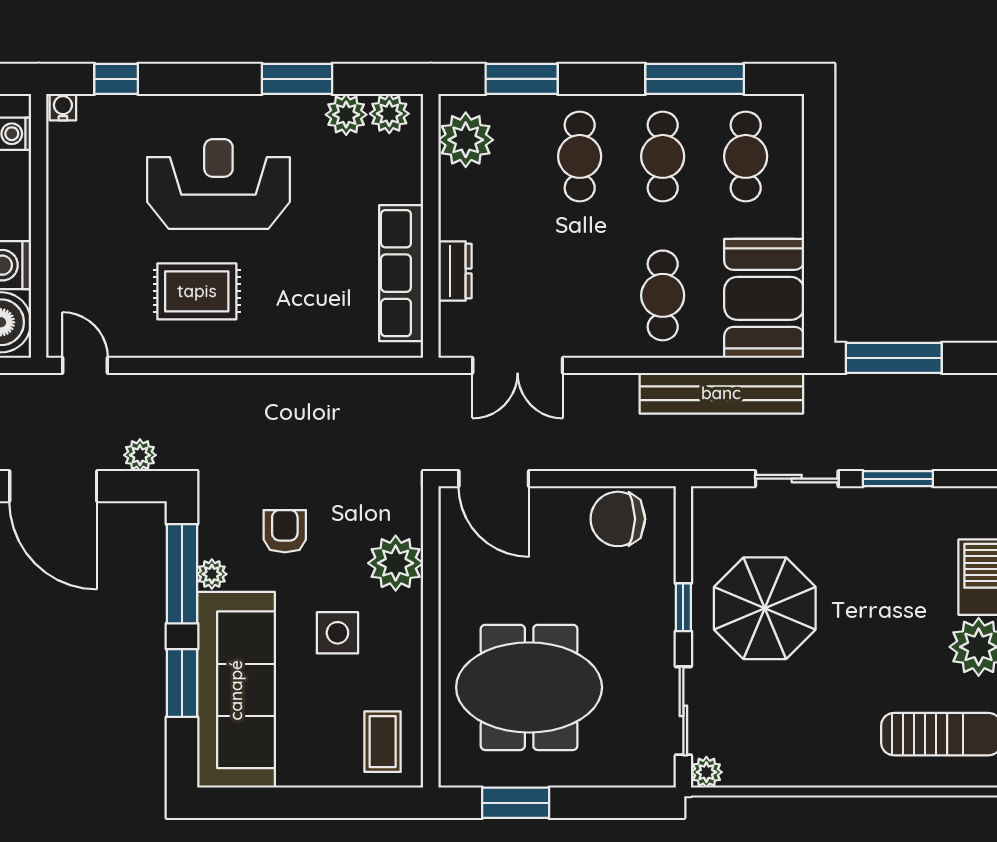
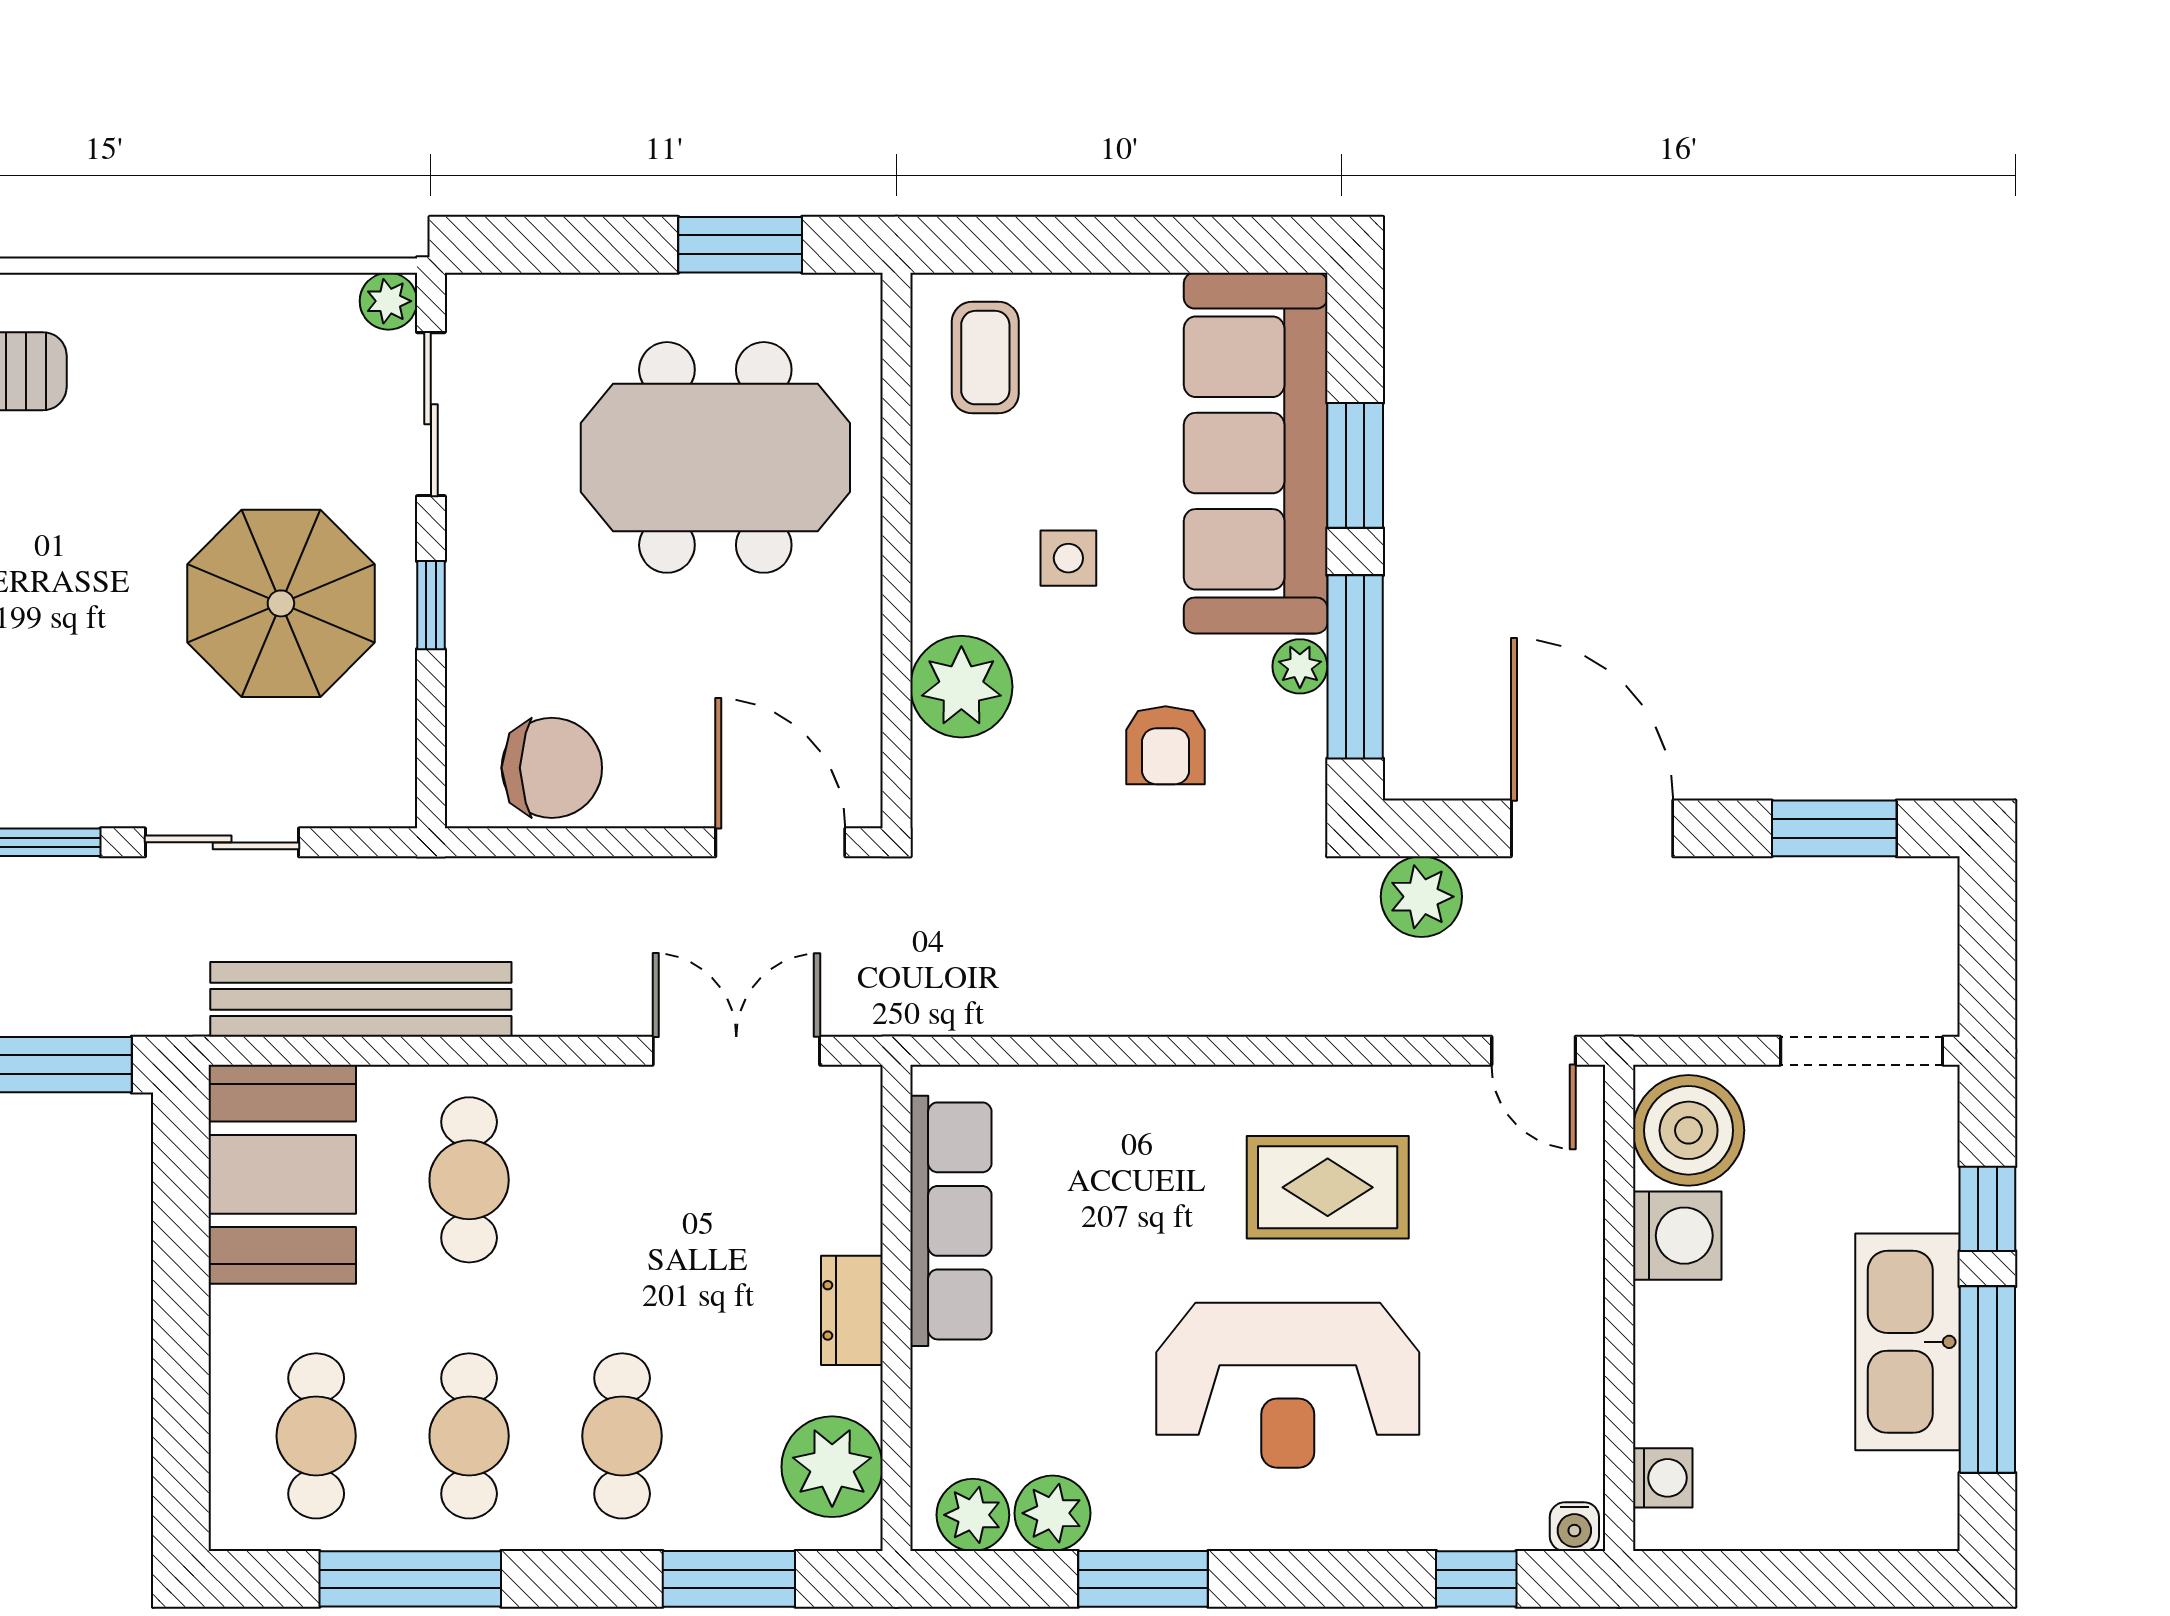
dresser: (455, 271) -> (852, 1310), moved
plant: (140, 455) -> (1421, 897), width x1.38, depth x1.38
side table: (337, 633) -> (1068, 558), width x0.73, depth x0.73

